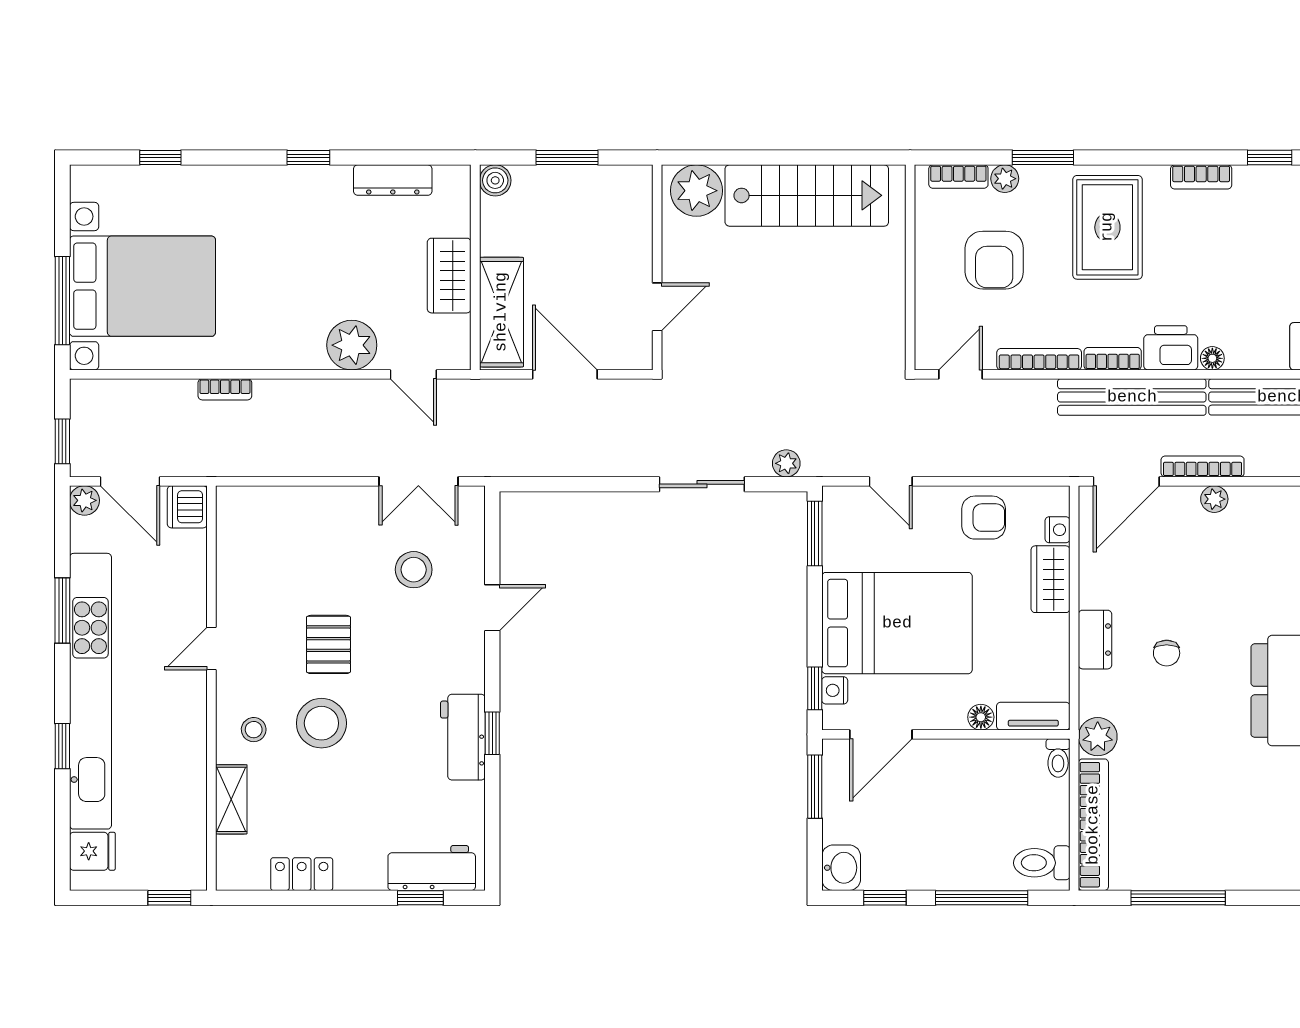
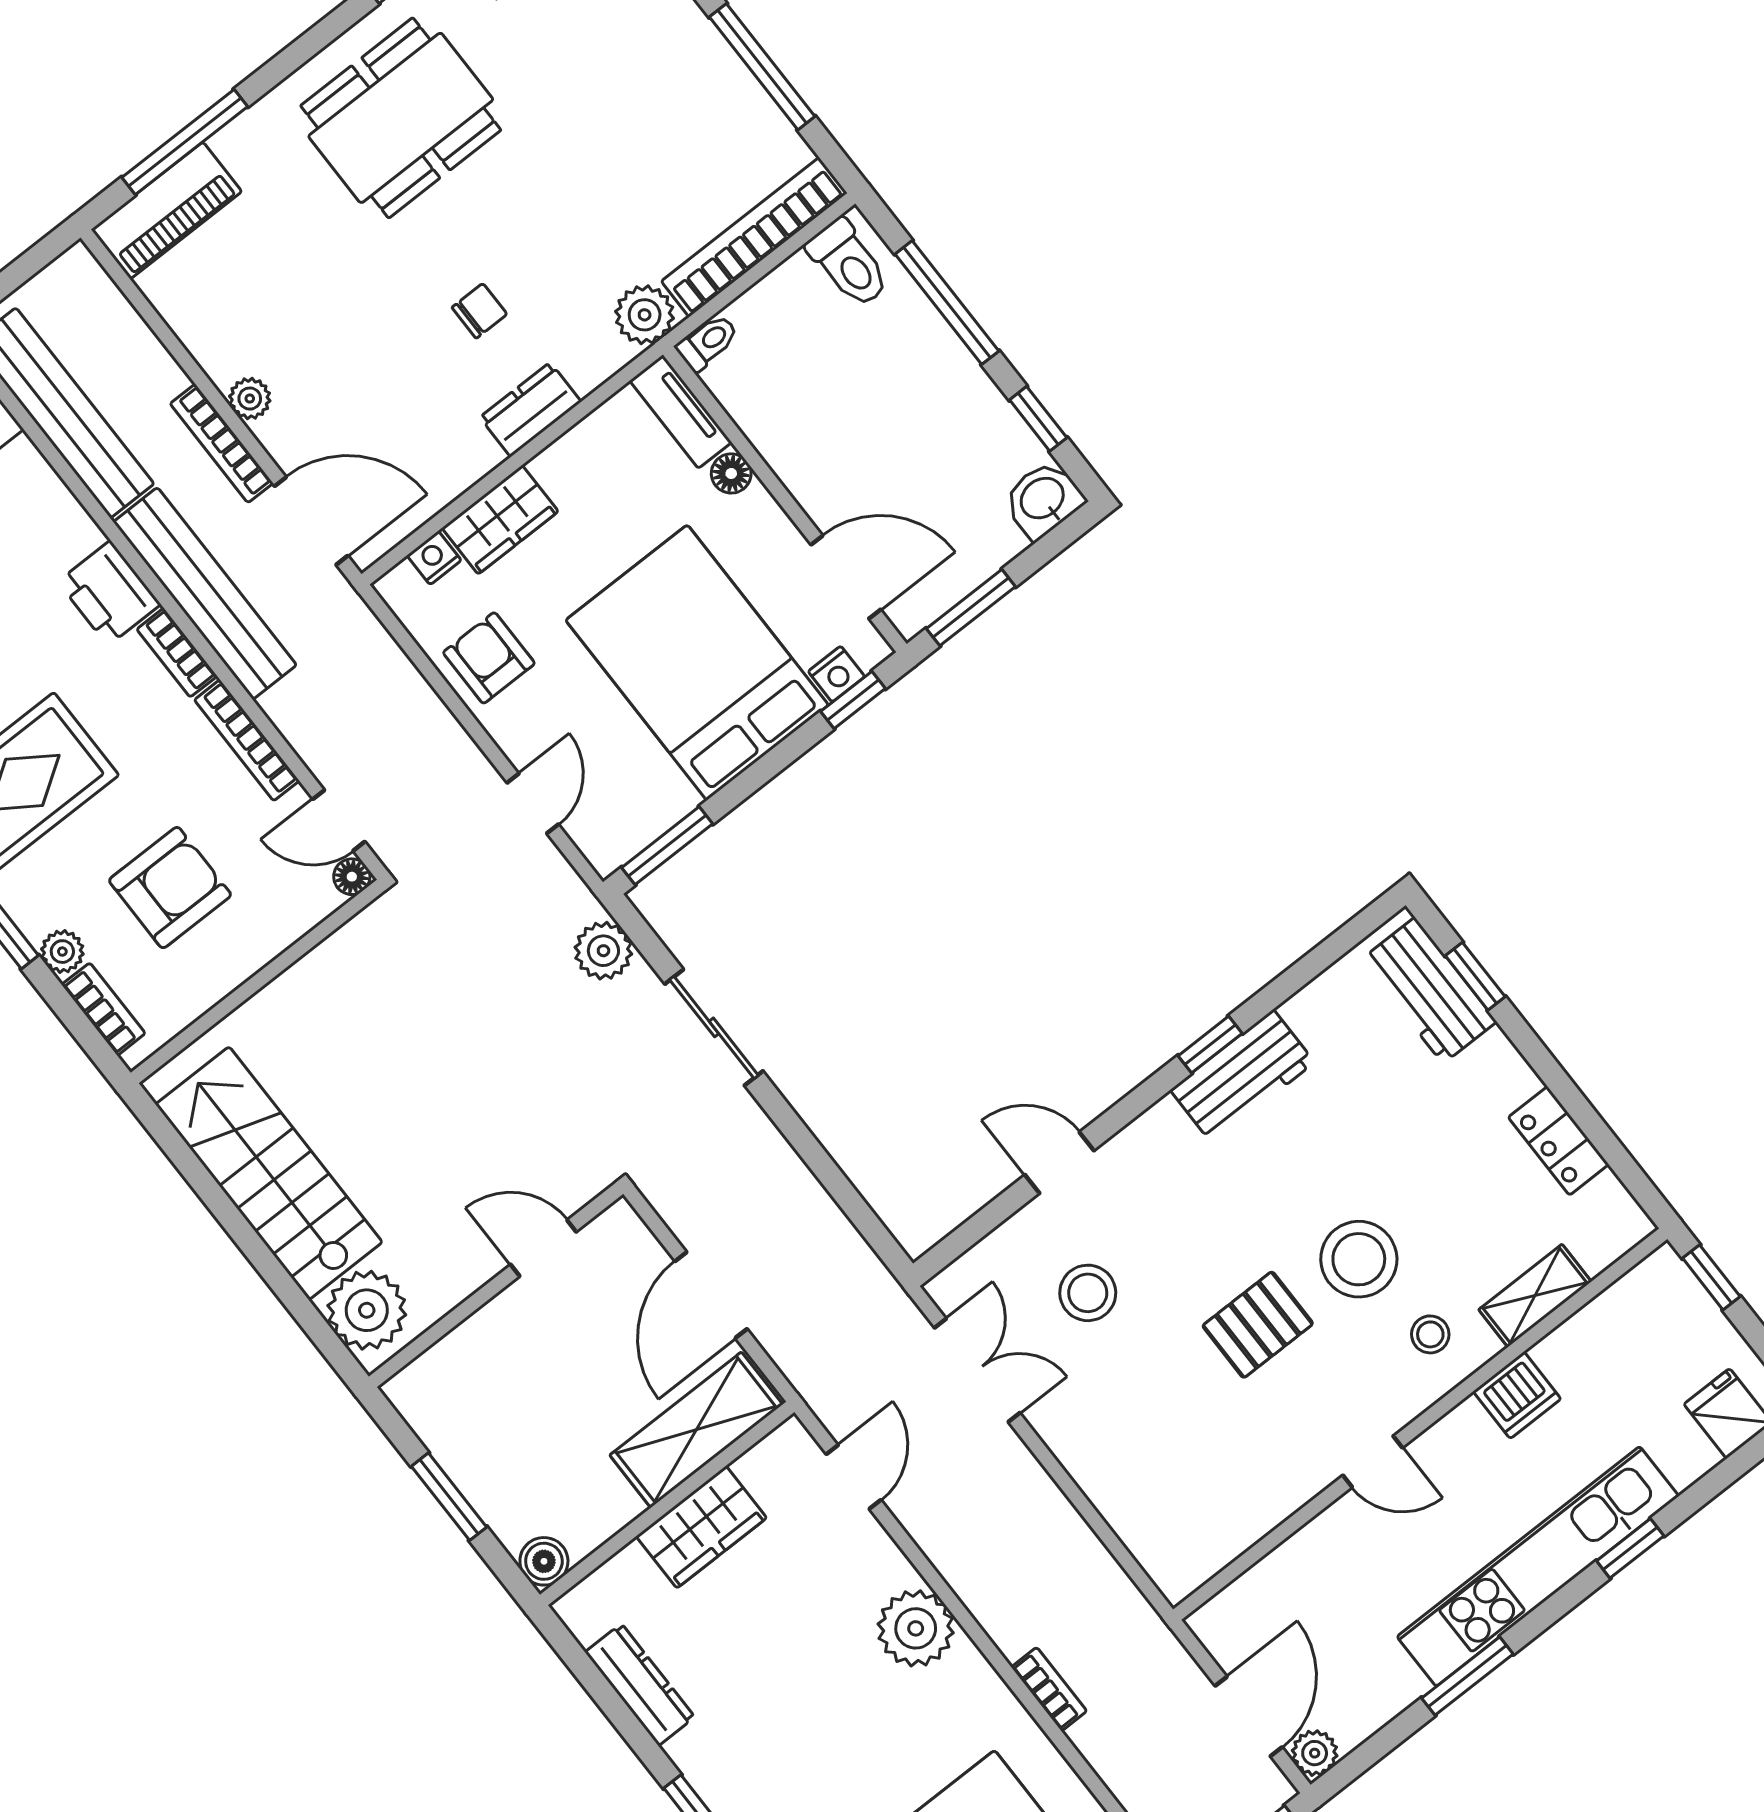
plant: (352, 345) -> (916, 1628), moved
floor lamp: (1212, 358) -> (352, 877), moved
plant: (786, 463) -> (603, 951), width x1.38, depth x1.38
dishwasher: (187, 507) -> (1517, 1395), moved
kitchen unit: (90, 691) -> (1538, 1566), width x0.73

